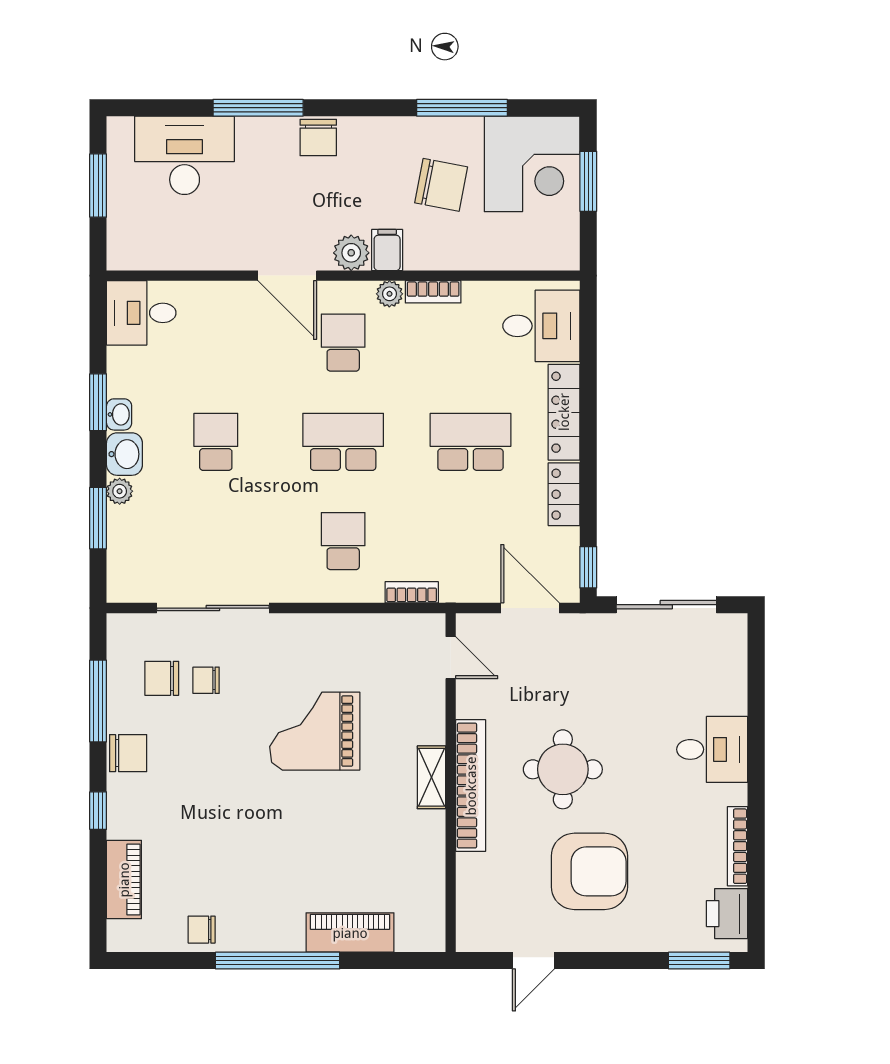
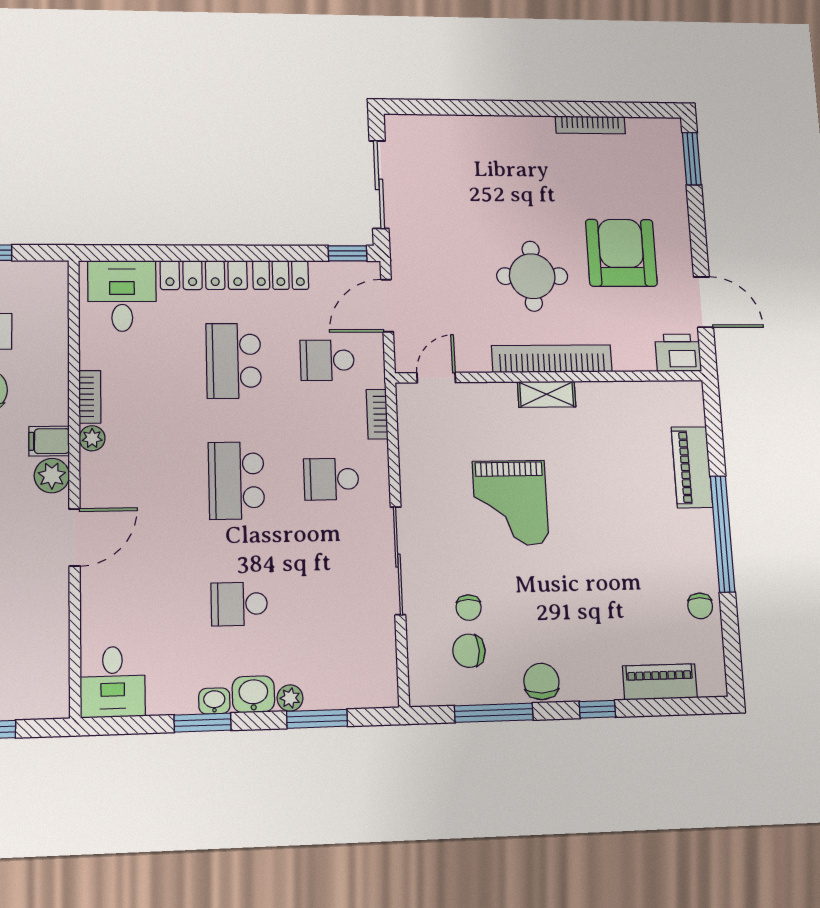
school desk: (343, 343) -> (327, 360), moved
sliding door: (213, 608) -> (398, 561), moved
chair: (162, 678) -> (469, 651), turned 90
desk: (712, 749) -> (507, 146), removed
printer: (727, 914) -> (678, 353), moved, turned 180
door: (533, 961) -> (703, 302), width x1.38

